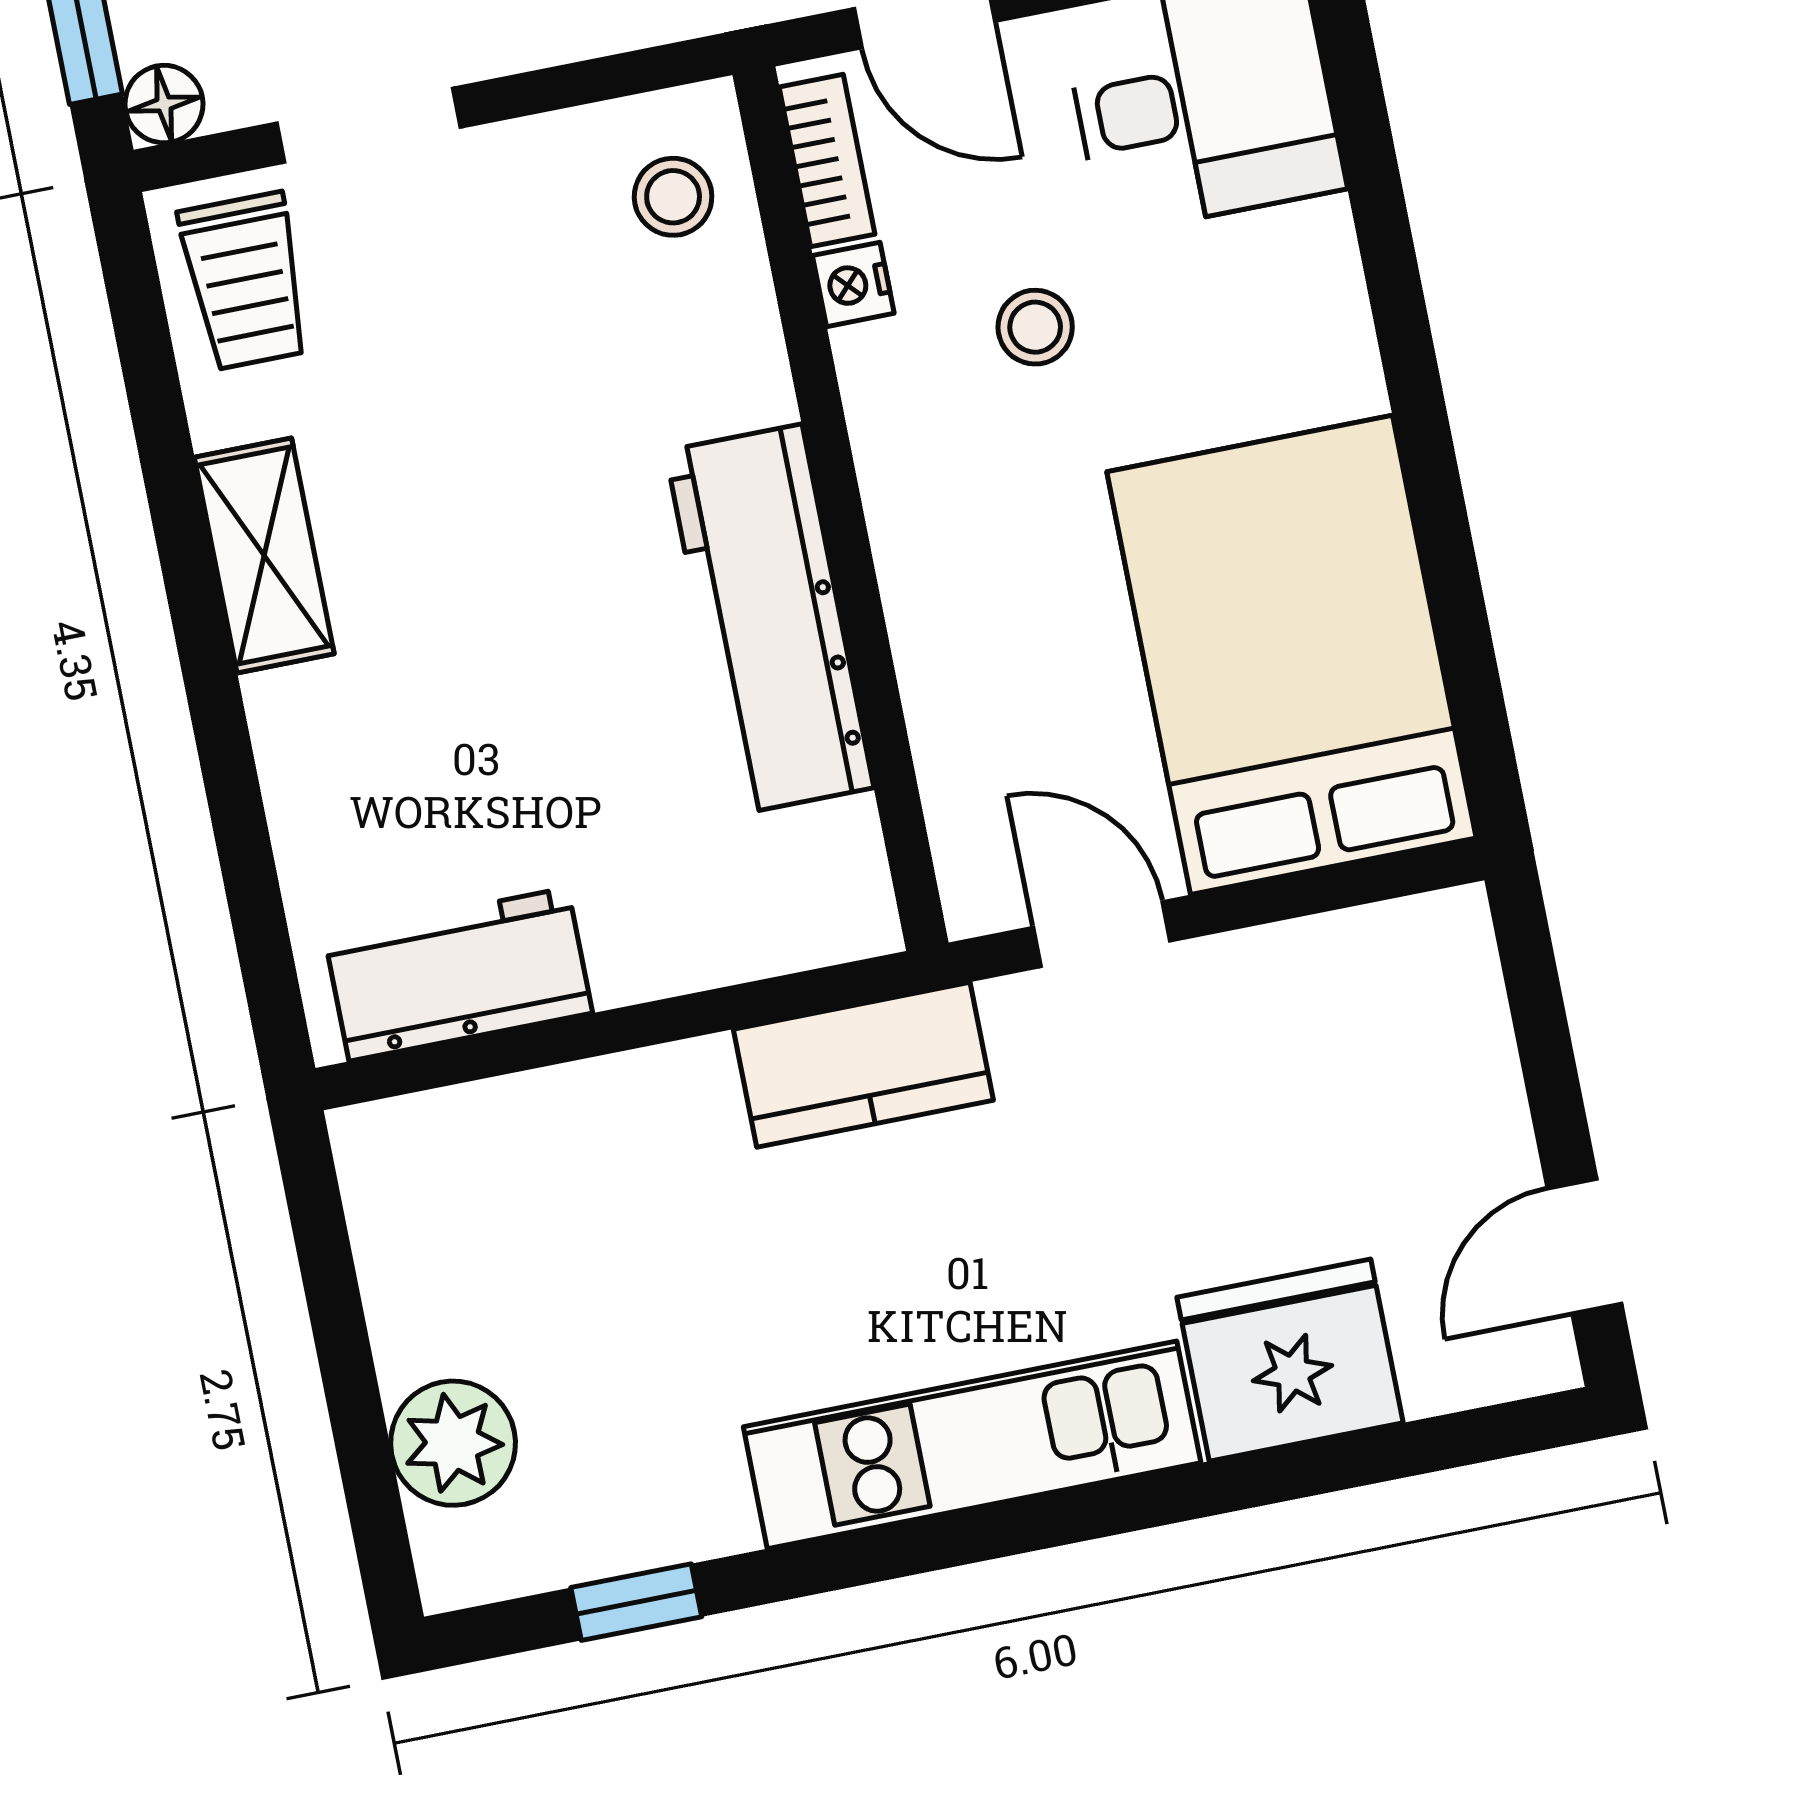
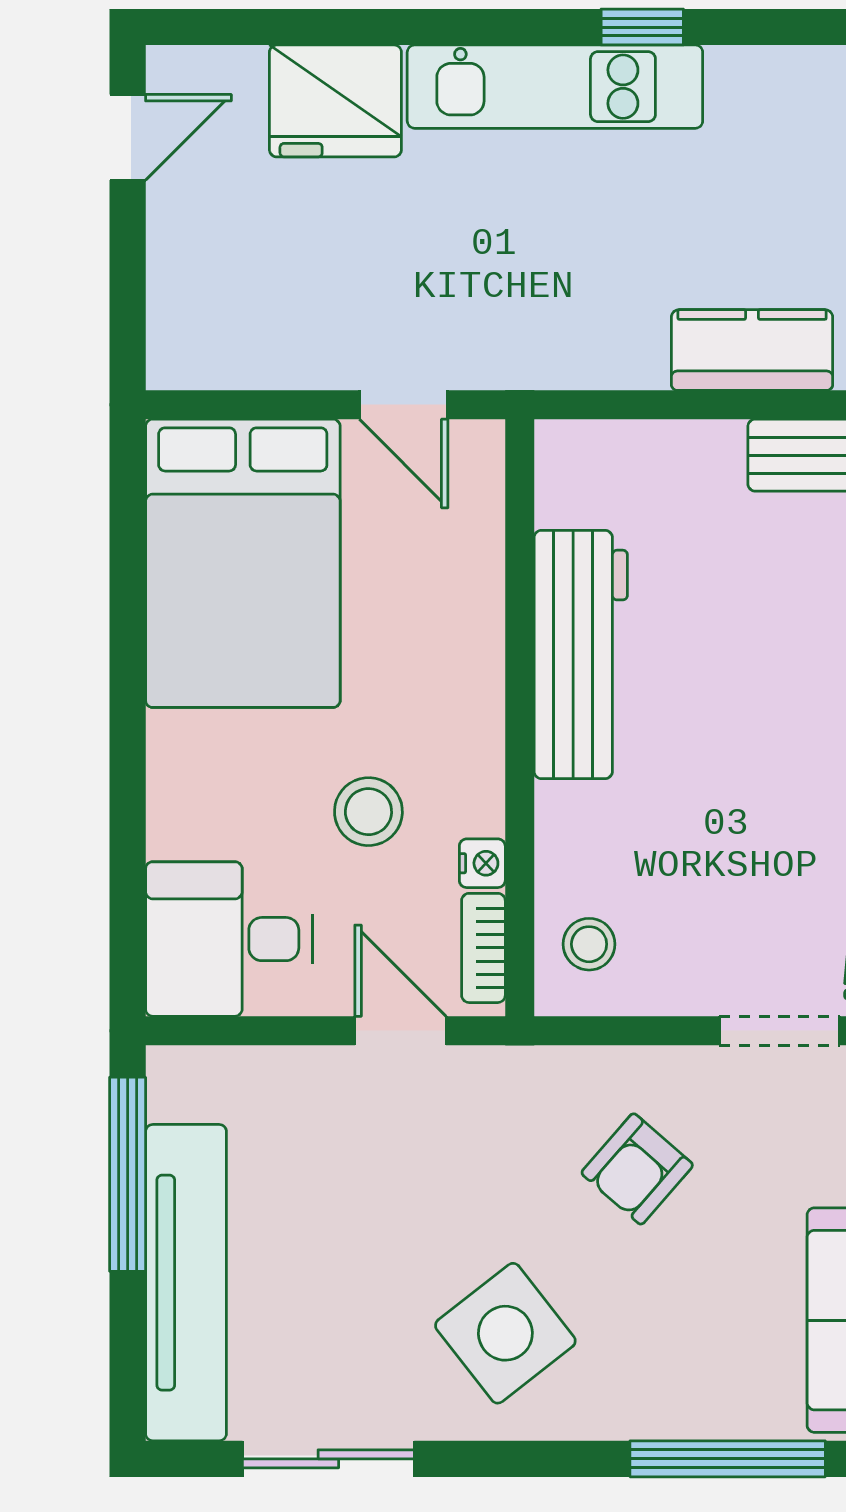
stool: (1035, 327) -> (368, 812), width x1.37, depth x1.37
kitchen counter: (863, 1065) -> (752, 350), moved
window: (636, 1602) -> (642, 27), moved

